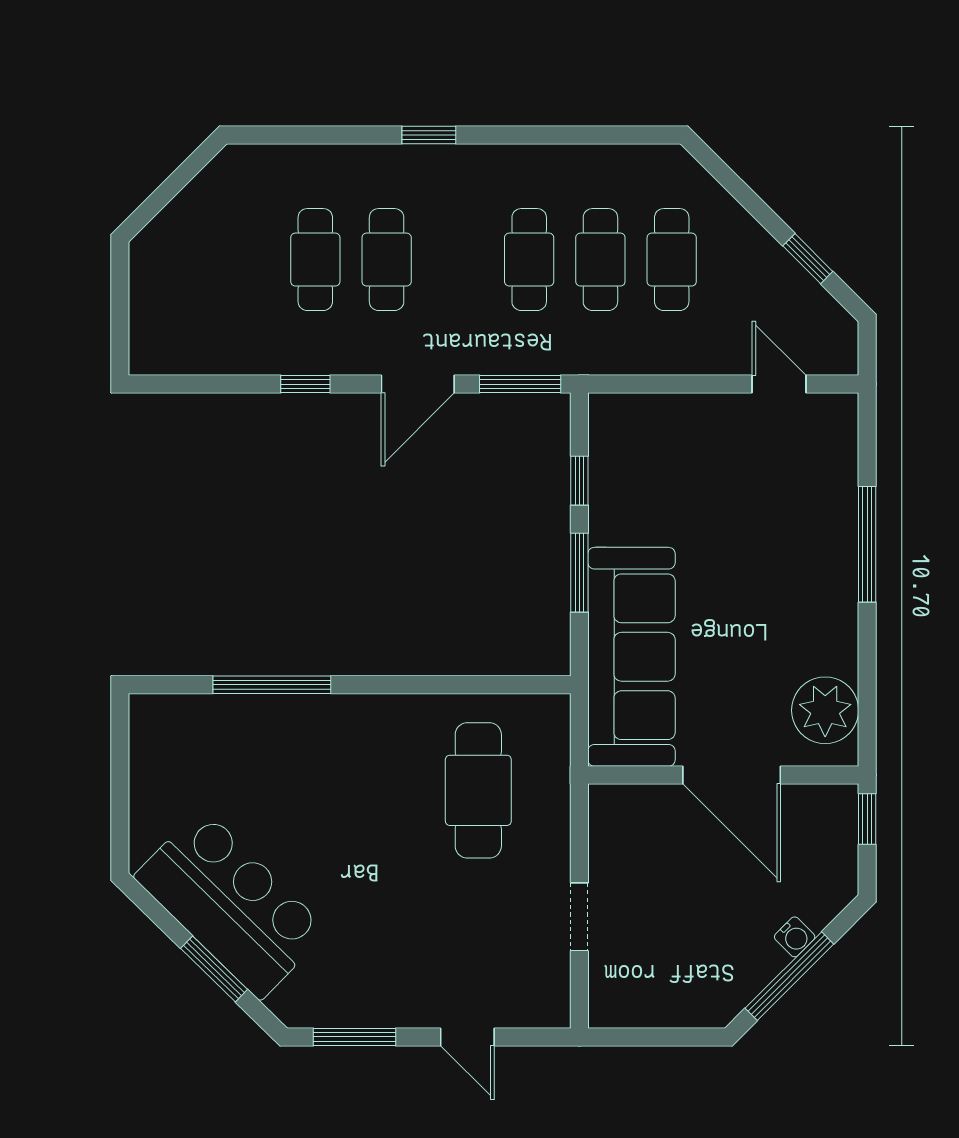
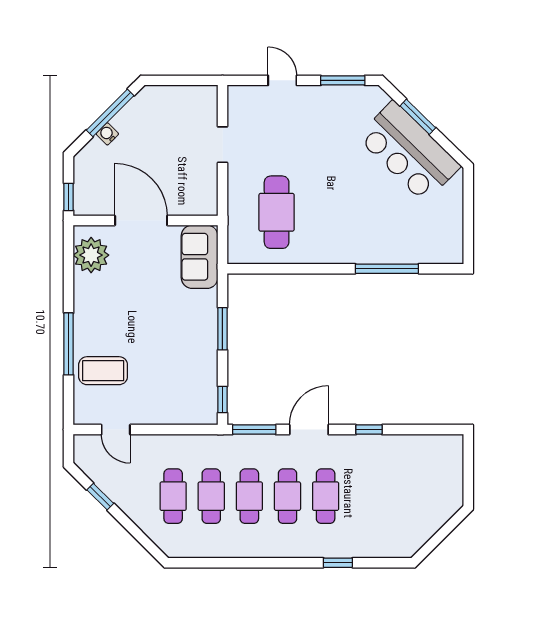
window: (429, 135) -> (338, 563), moved
cafe table: (315, 260) -> (287, 496), moved
window: (579, 481) -> (222, 400), moved
coffee table: (803, 494) -> (103, 371), added
sofa: (631, 657) -> (200, 257), width x0.54, depth x0.79

